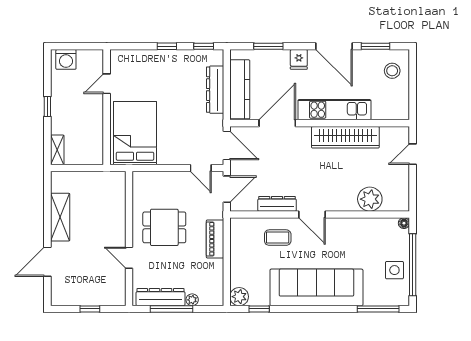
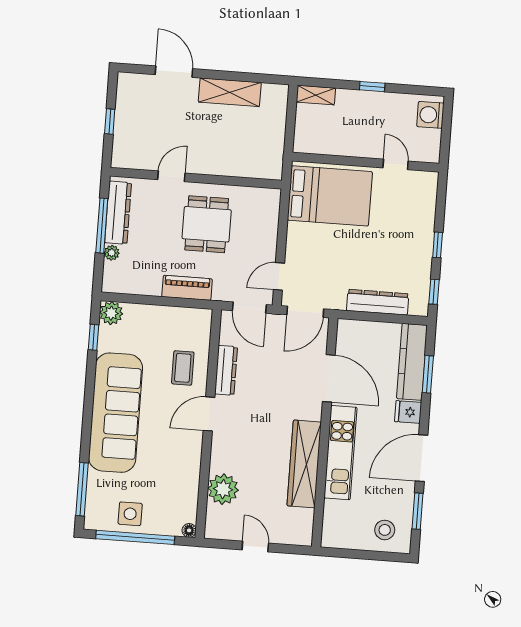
kitchen counter: (240, 89) -> (412, 362), moved, turned 90
door: (413, 154) -> (255, 546), moved

